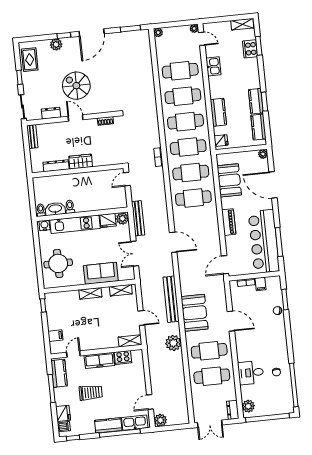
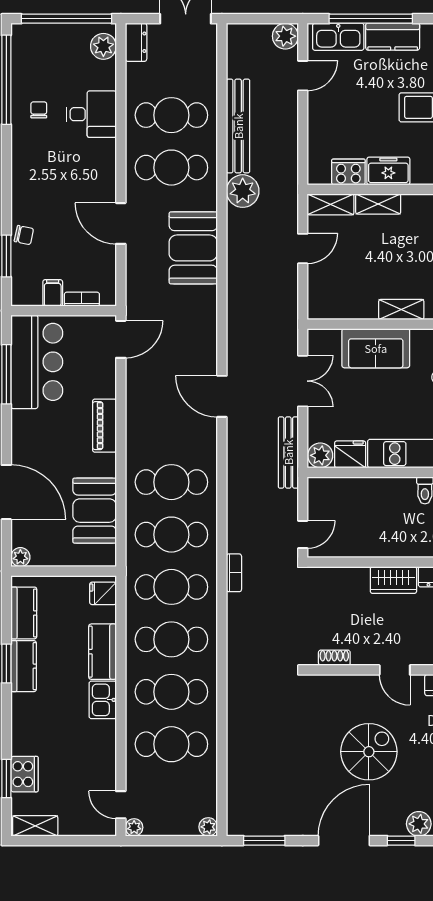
kitchen sink: (213, 66) -> (103, 700), moved
spiral stairs: (76, 86) -> (369, 752), moved, turned -90
bar counter: (264, 241) -> (37, 362), width x0.73
shelving: (121, 290) -> (378, 204), moved
bench: (171, 299) -> (238, 126), moved
door: (141, 318) -> (303, 249), swing flipped
freezer: (99, 360) -> (388, 171), width x0.71

